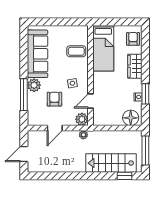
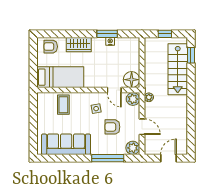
plant: (34, 85) -> (133, 148), moved
floor lamp: (131, 118) -> (132, 80), moved
window: (145, 151) -> (165, 34), width x0.46
door: (24, 154) -> (168, 158), swing flipped

